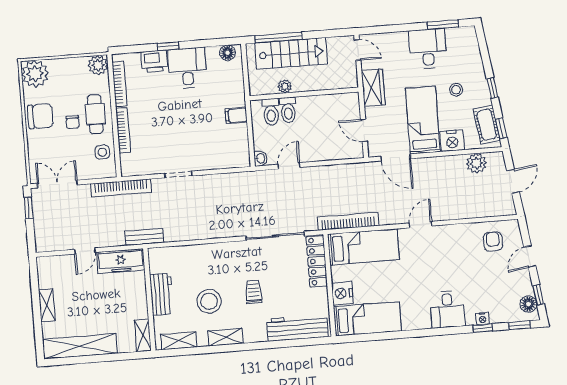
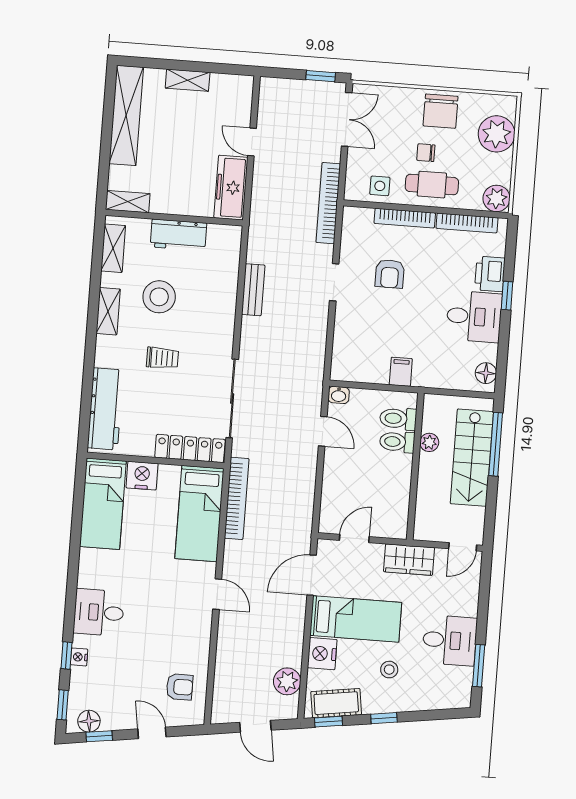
plant: (35, 74) -> (497, 134), moved
armchair: (166, 135) -> (390, 274), added
bench: (144, 237) -> (253, 290), moved

